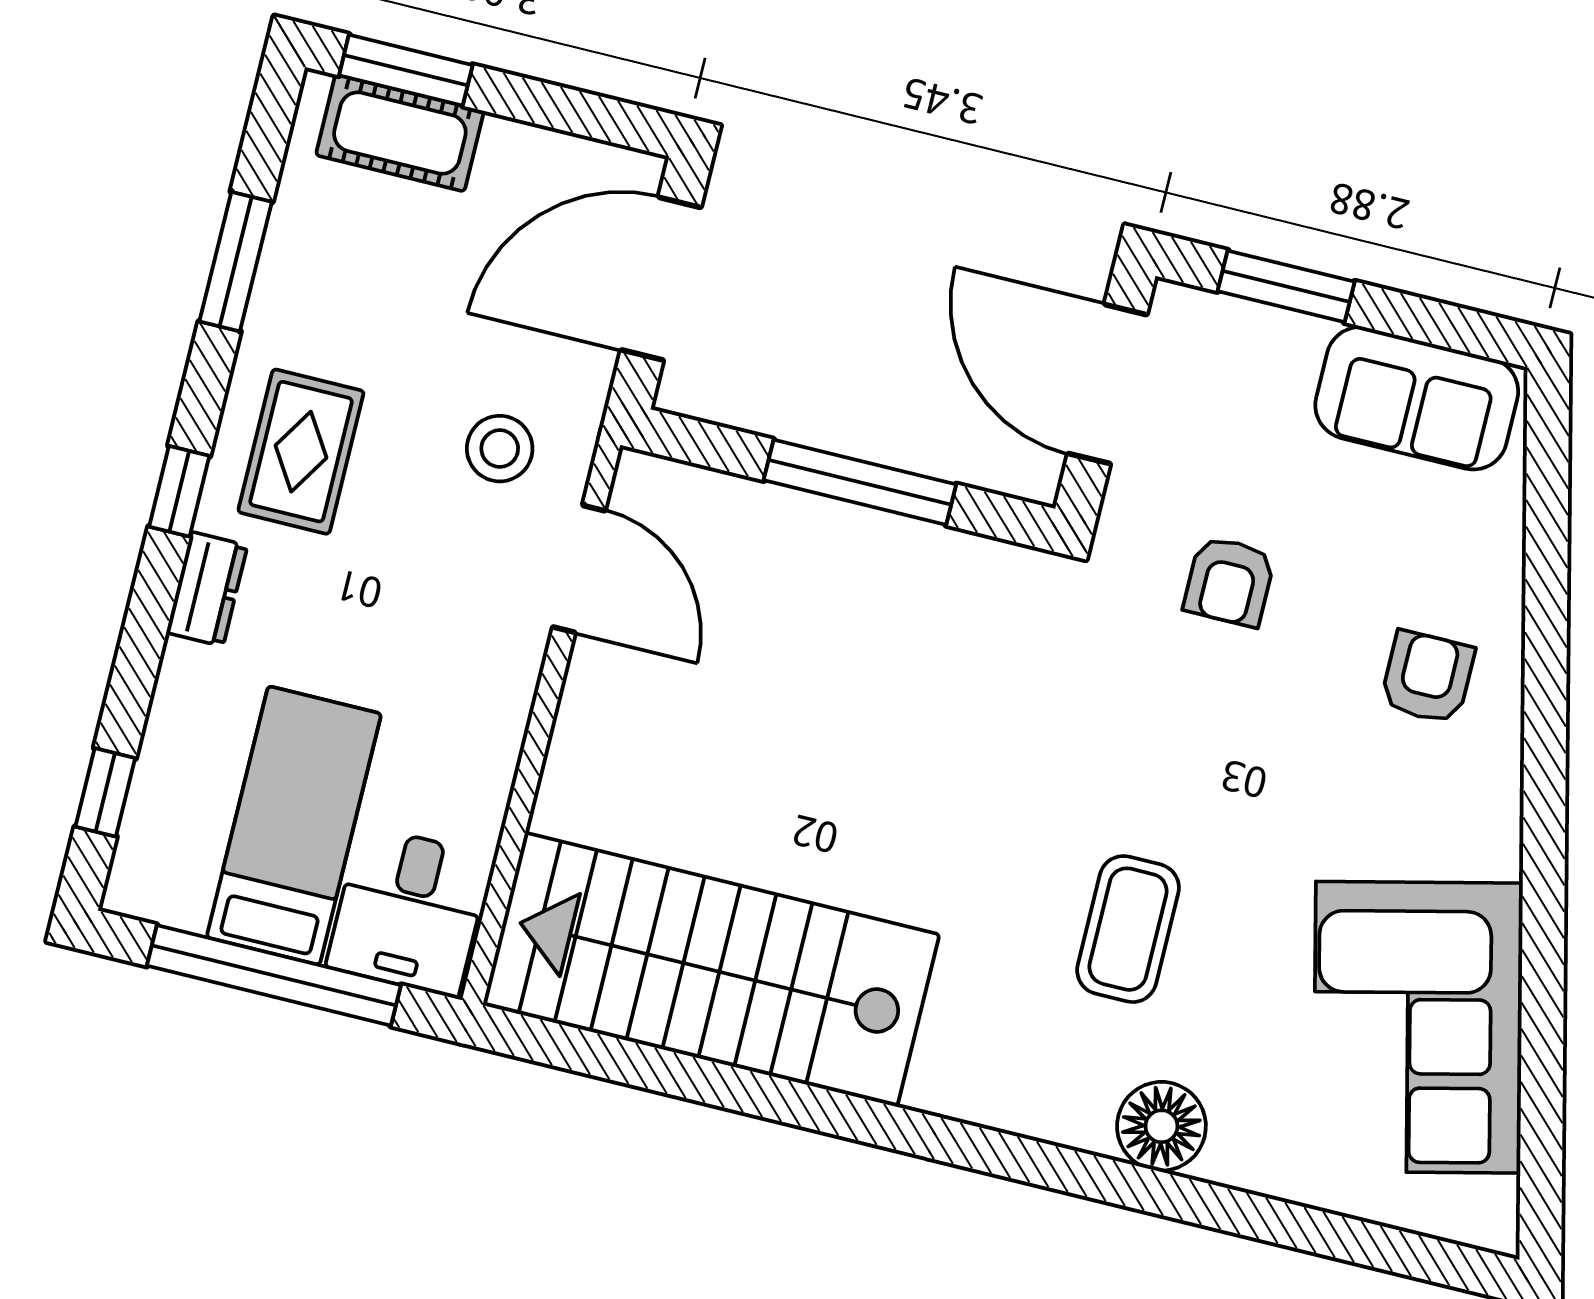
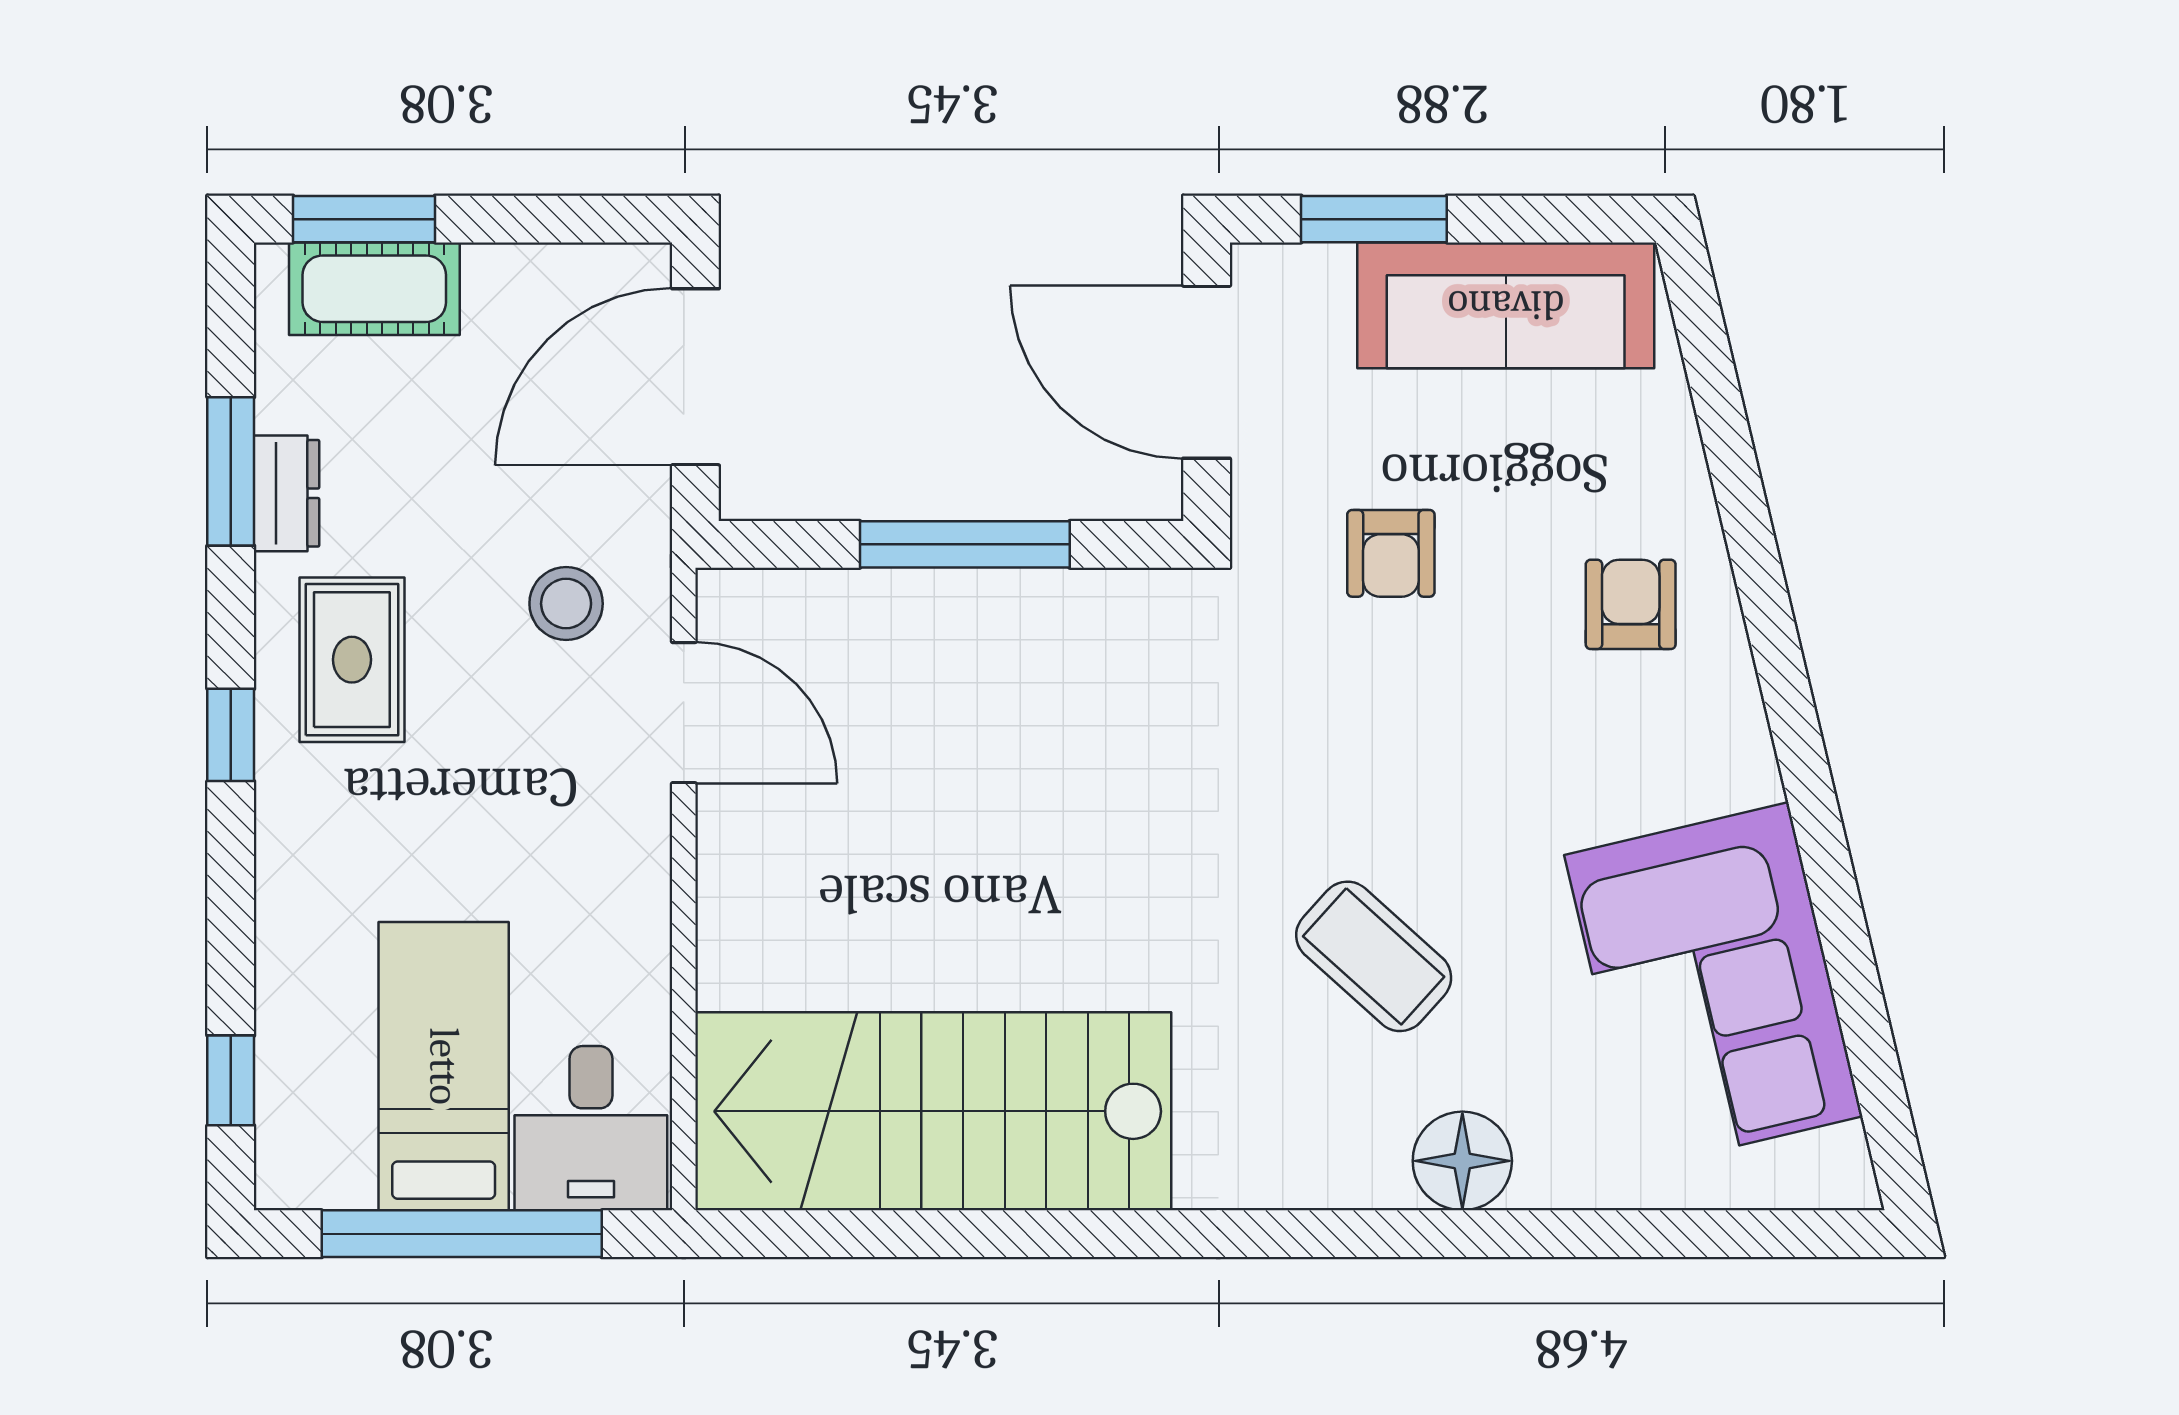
sofa: (1417, 398) -> (1506, 305), width x1.36
dresser: (207, 589) -> (287, 493), moved
coffee table: (1128, 929) -> (1374, 956), turned -48

